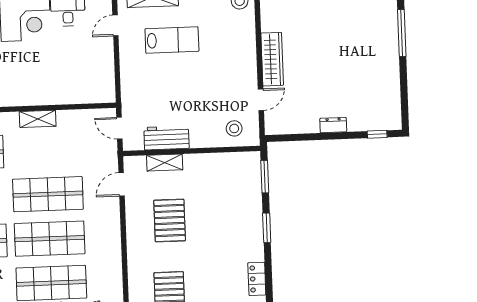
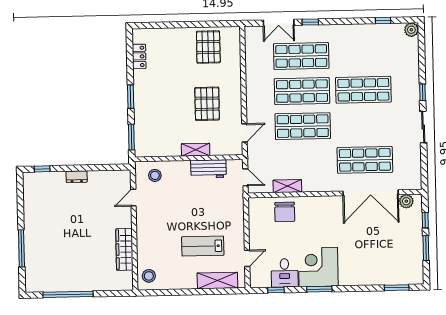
wardrobe: (272, 59) -> (124, 249), moved
chair: (69, 85) -> (285, 212), added
shelving: (38, 119) -> (287, 186), moved
shelving: (165, 163) -> (196, 150), moved

